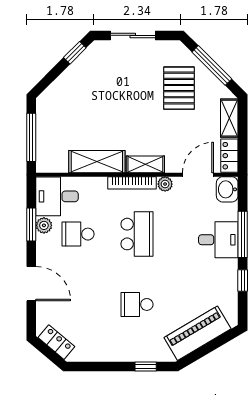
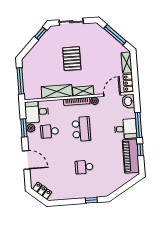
pallet: (179, 88) -> (72, 59), moved
piano: (197, 333) -> (131, 156), moved, turned -59

